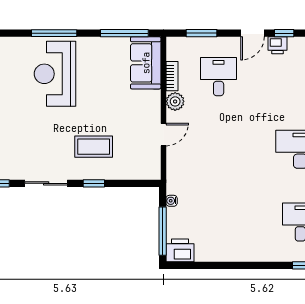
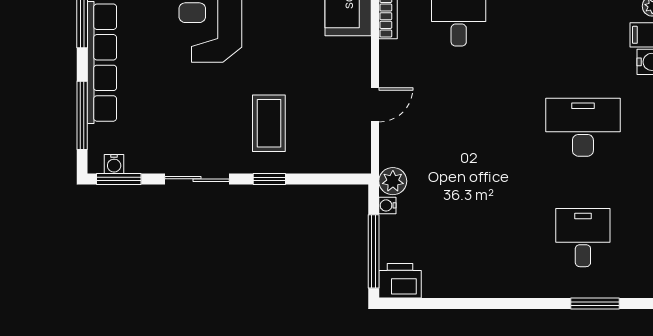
plant: (175, 101) -> (393, 181), moved
coffee table: (94, 147) -> (269, 123), turned 90

